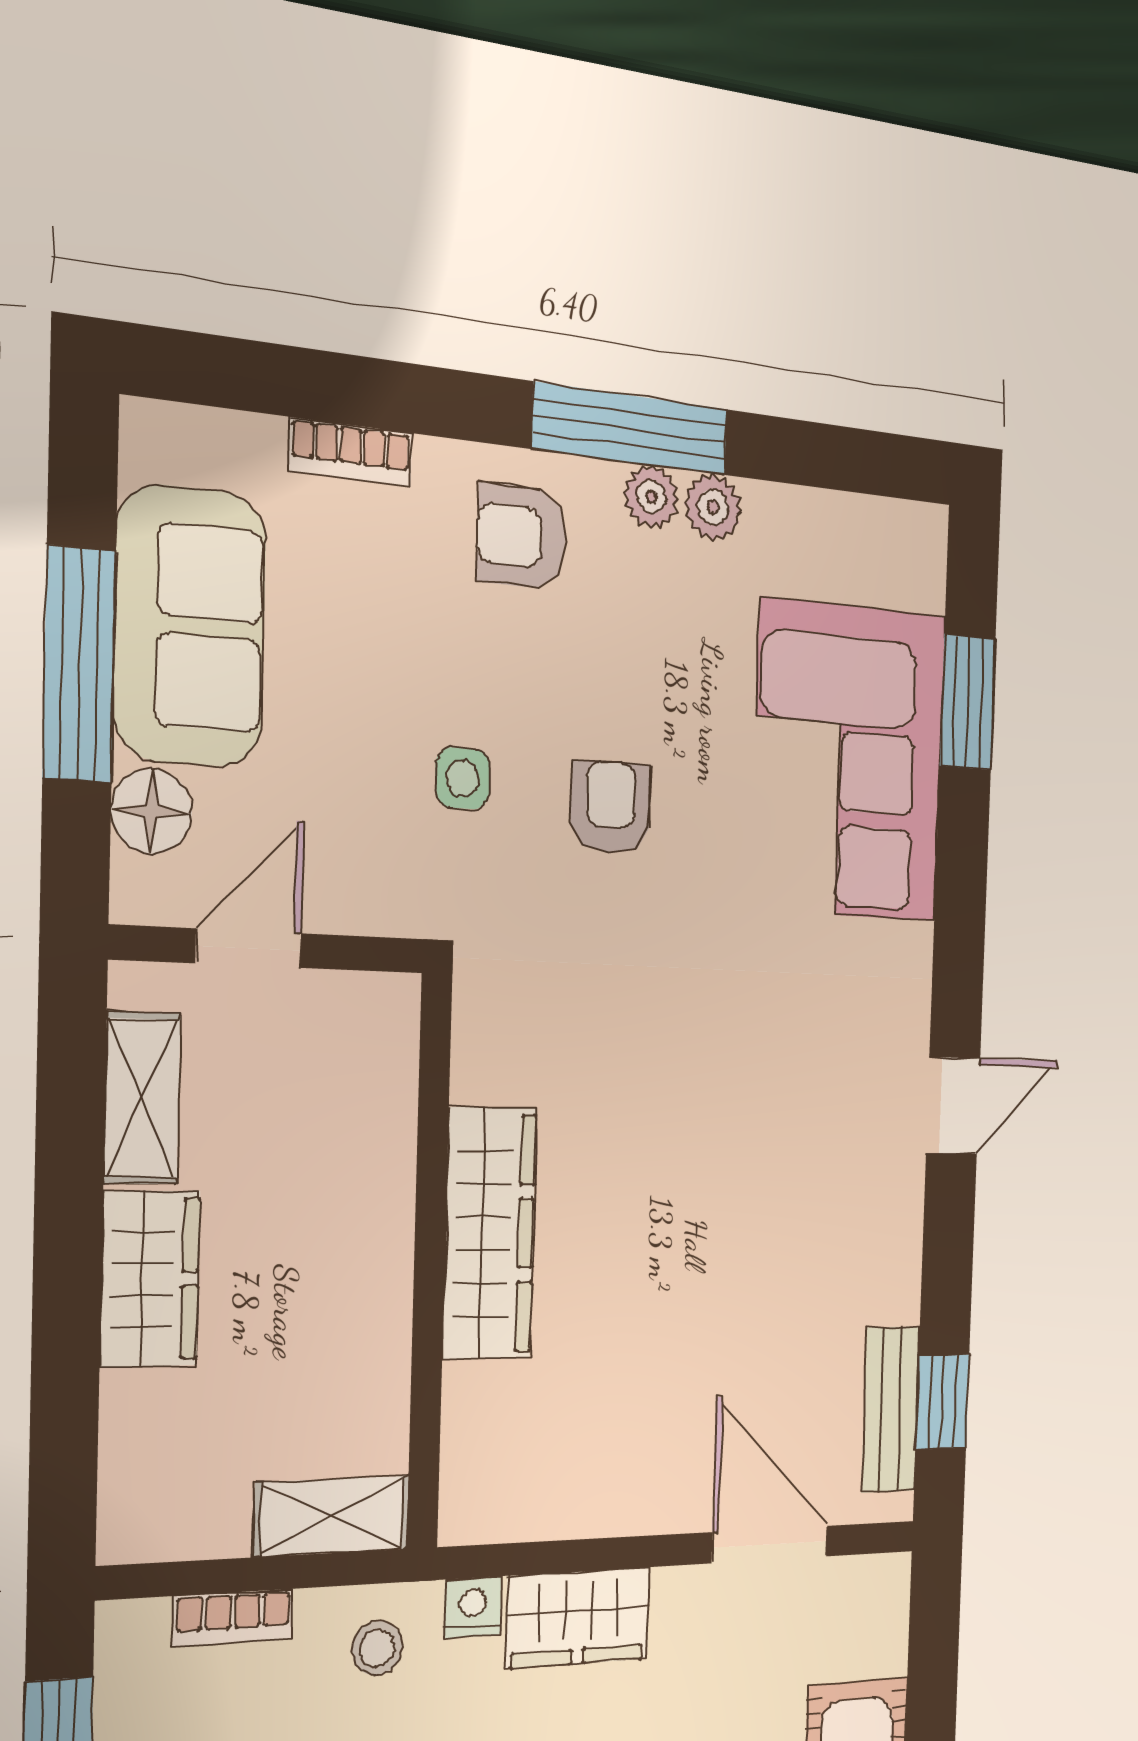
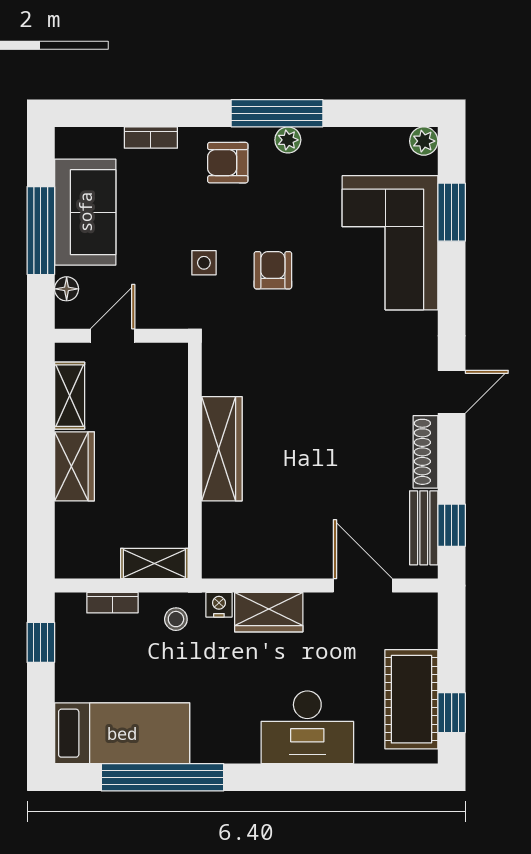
plant: (713, 507) -> (424, 141), moved
floor lamp: (151, 811) -> (67, 289), width x0.73, depth x0.73
shoe rack: (900, 1240) -> (426, 452), added

